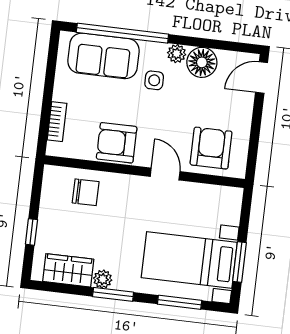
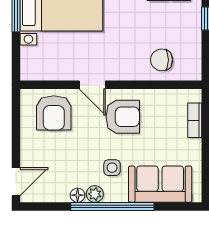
window: (122, 33) -> (112, 206), moved
floor lamp: (202, 62) -> (78, 195), width x0.53, depth x0.53
armchair: (117, 143) -> (123, 117), moved

